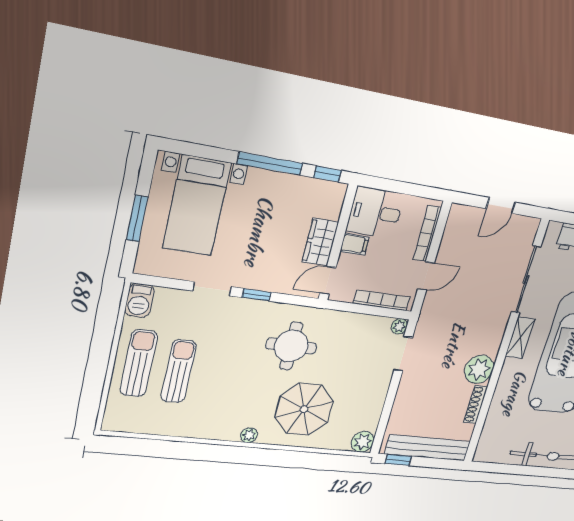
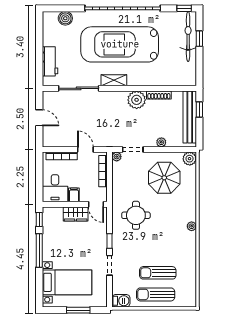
plant: (401, 400) -> (161, 142), added
parasol: (304, 409) -> (164, 178), moved
window: (398, 460) -> (199, 110), moved
window: (538, 471) -> (199, 39), added

